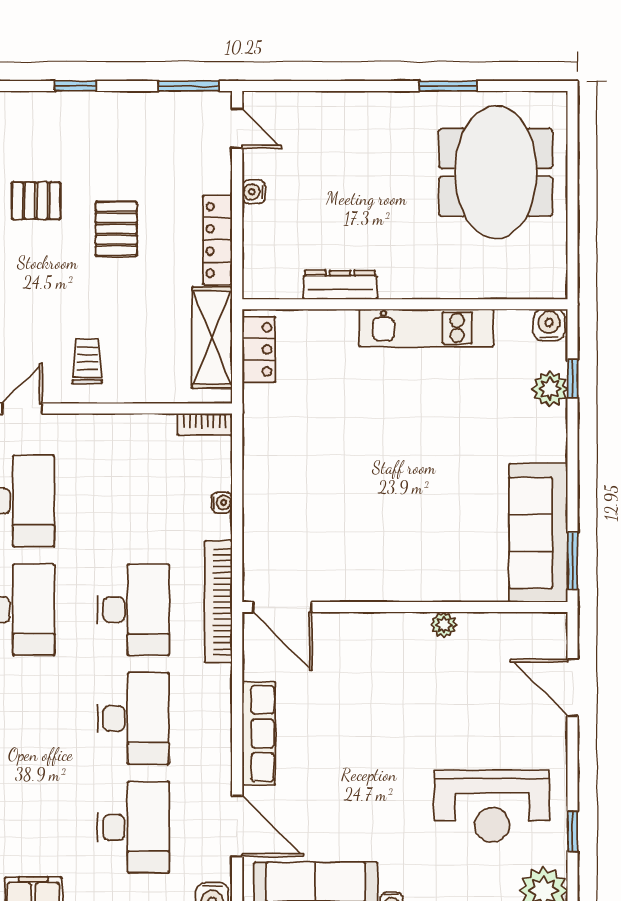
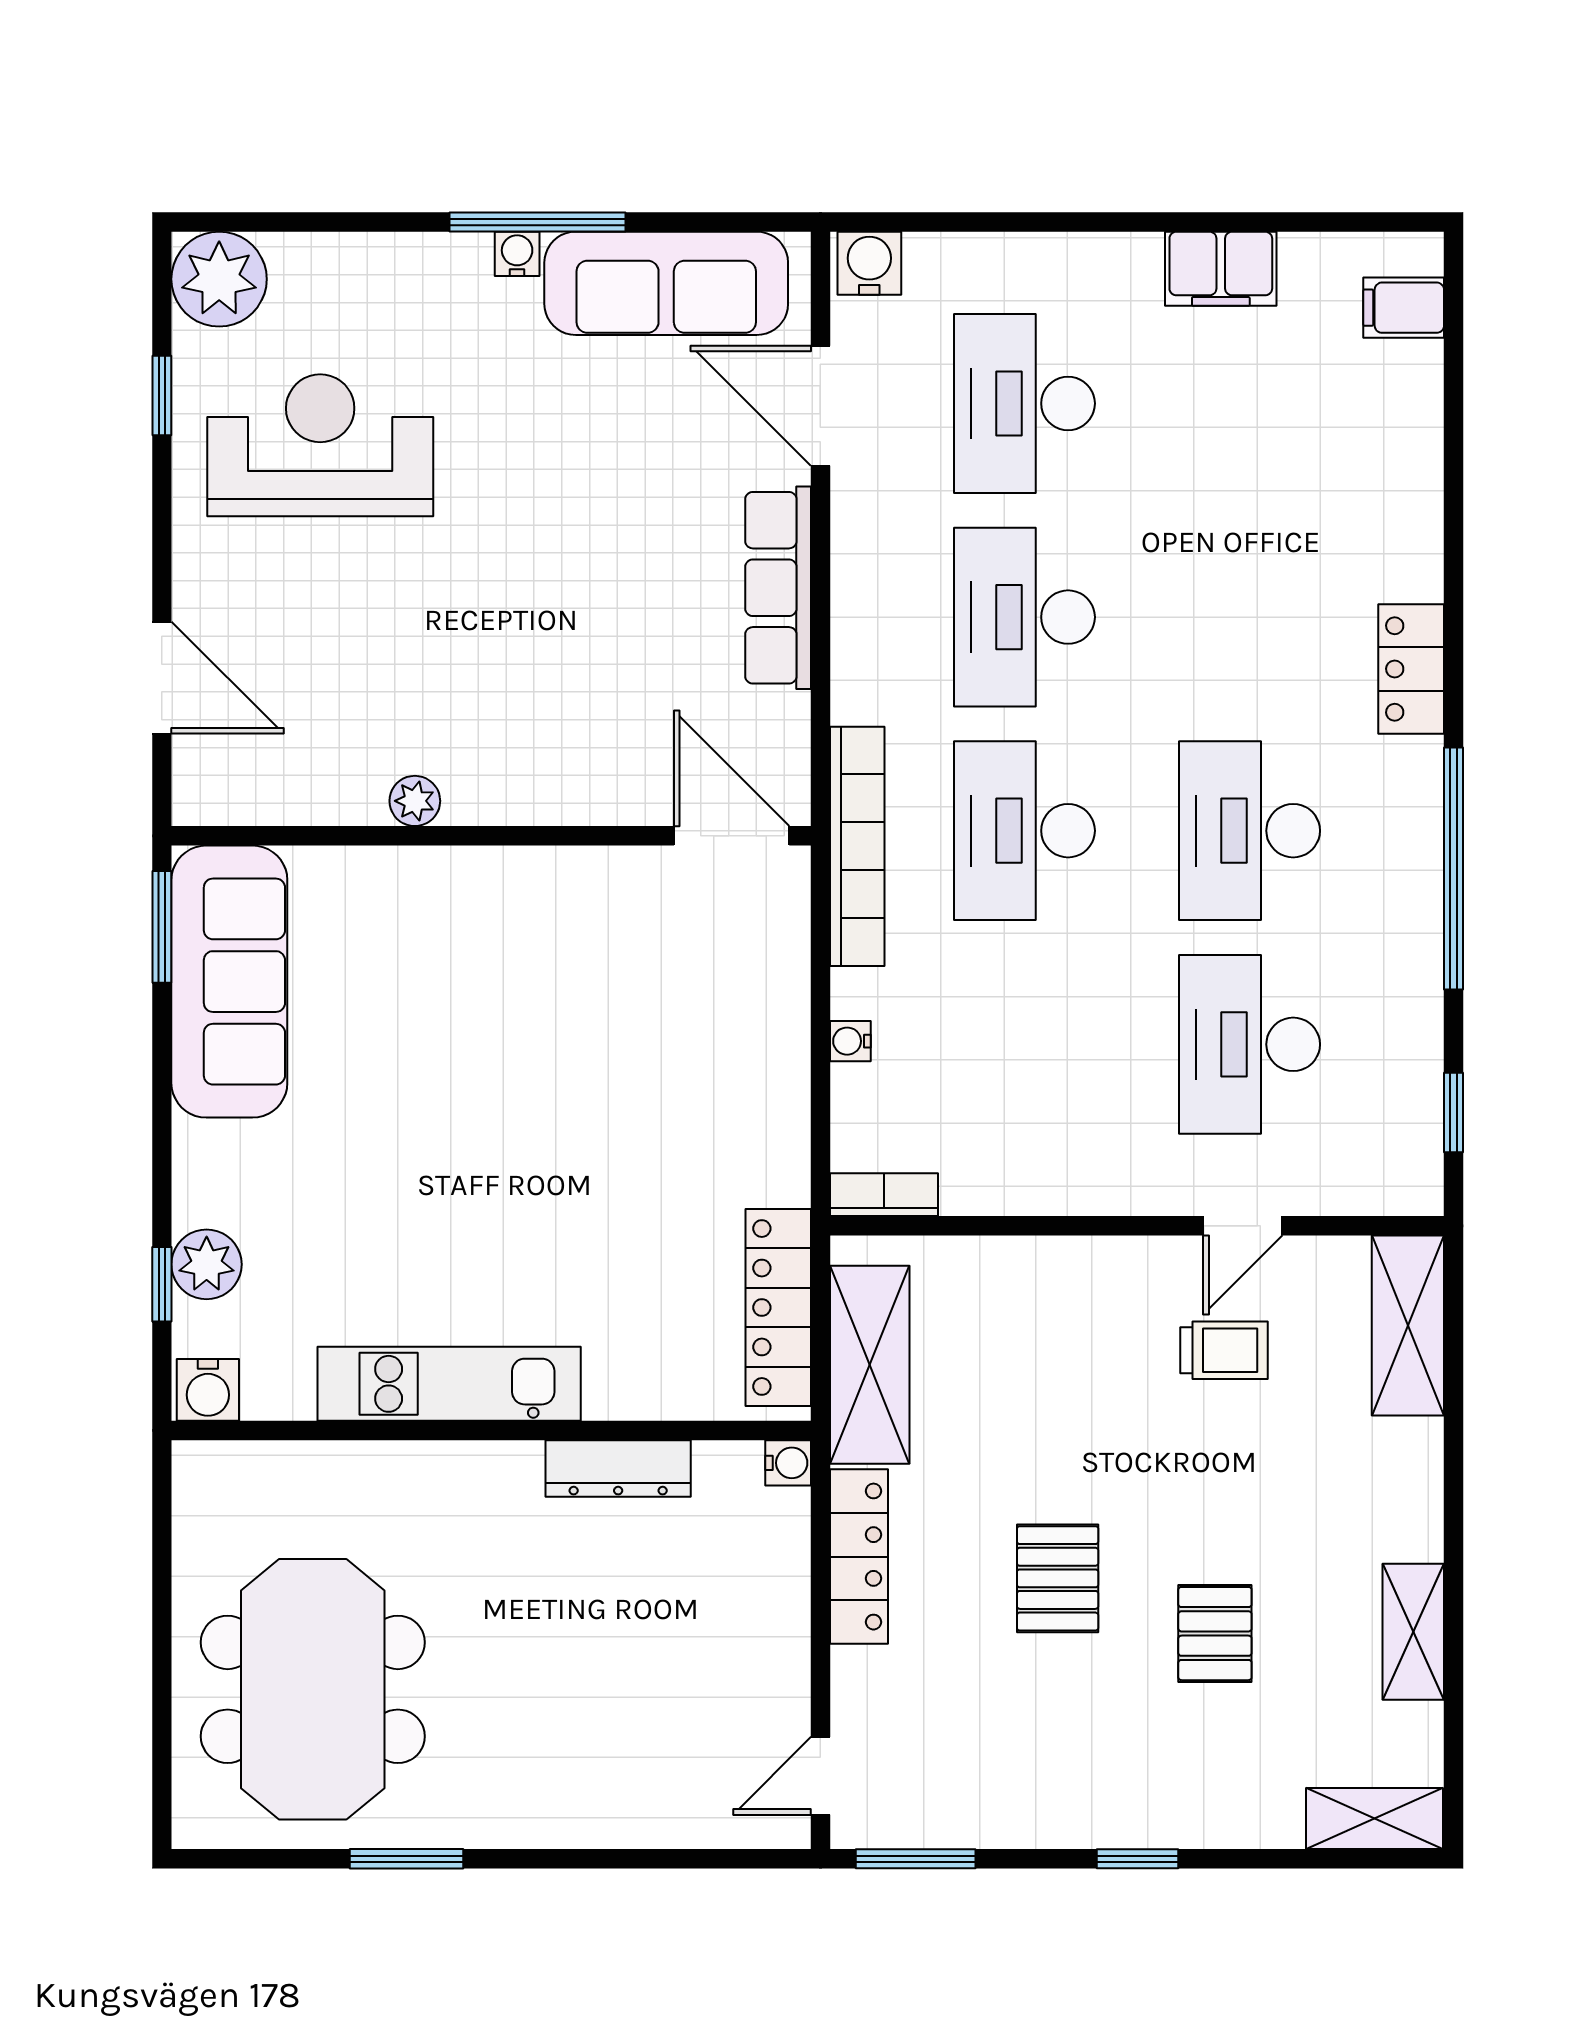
door: (237, 128) -> (820, 1776), hinge flipped
water cooler: (254, 192) -> (788, 1463), moved
pallet: (36, 201) -> (1215, 1634), turned 90
locker: (259, 349) -> (778, 1307), width x1.53
trolley: (87, 361) -> (1224, 1350), moved, turned -90

